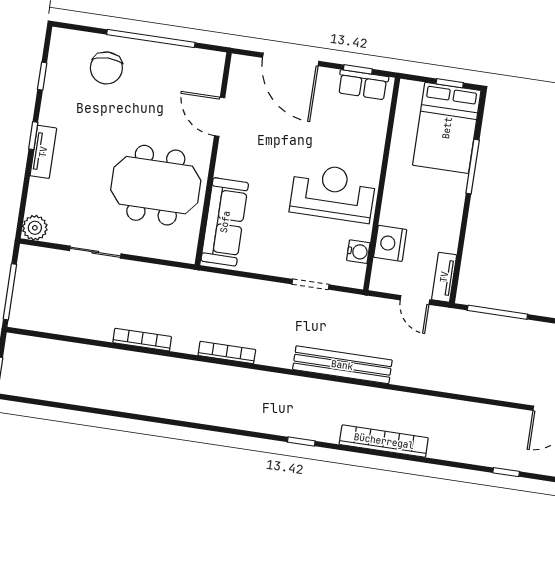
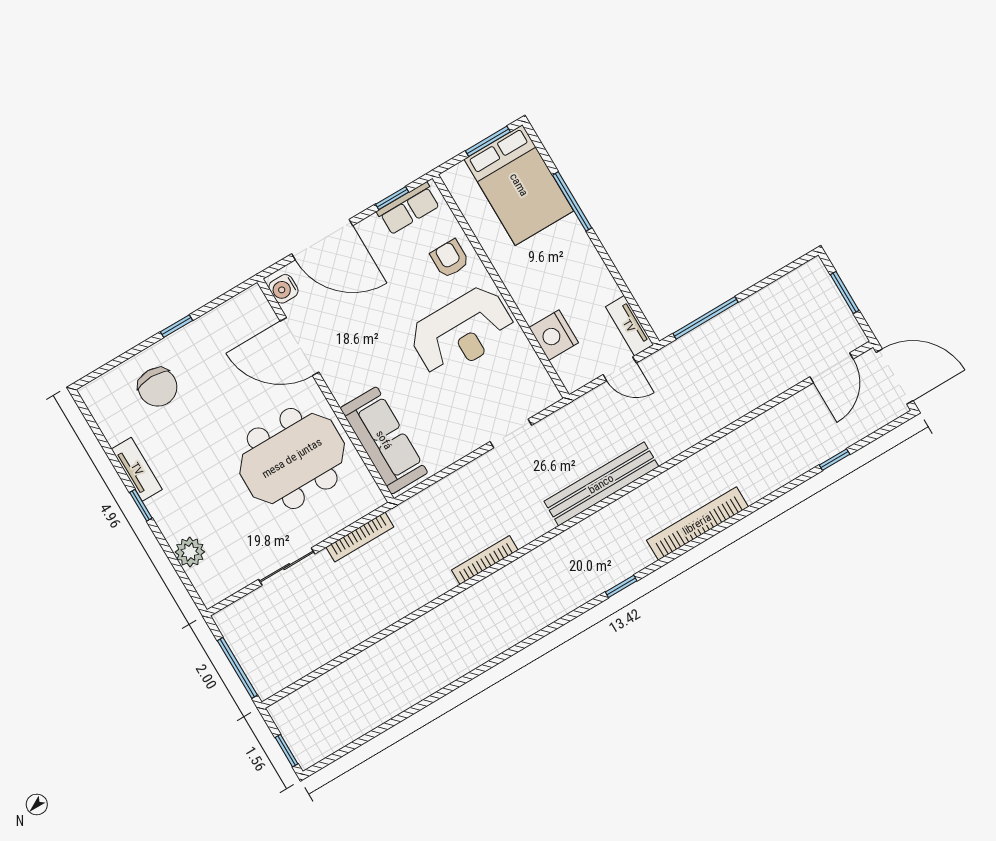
window: (151, 39) -> (177, 326), width x0.32
window: (42, 76) -> (104, 443), removed
window: (450, 83) -> (488, 141), width x1.50
door: (220, 117) -> (300, 347), width x1.36
armchair: (363, 139) -> (450, 259), added
tv unit: (43, 152) -> (137, 469), moved
reception desk: (333, 193) -> (462, 331), turned 180
plant: (35, 228) -> (190, 552), moved
water cooler: (358, 252) -> (283, 289), moved, turned 180
bookcase: (142, 340) -> (360, 537), moved, turned 180

